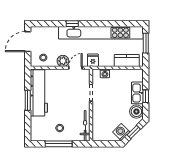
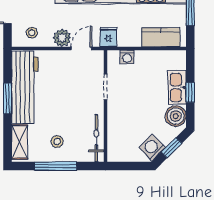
shelving: (35, 128) -> (20, 142), added

